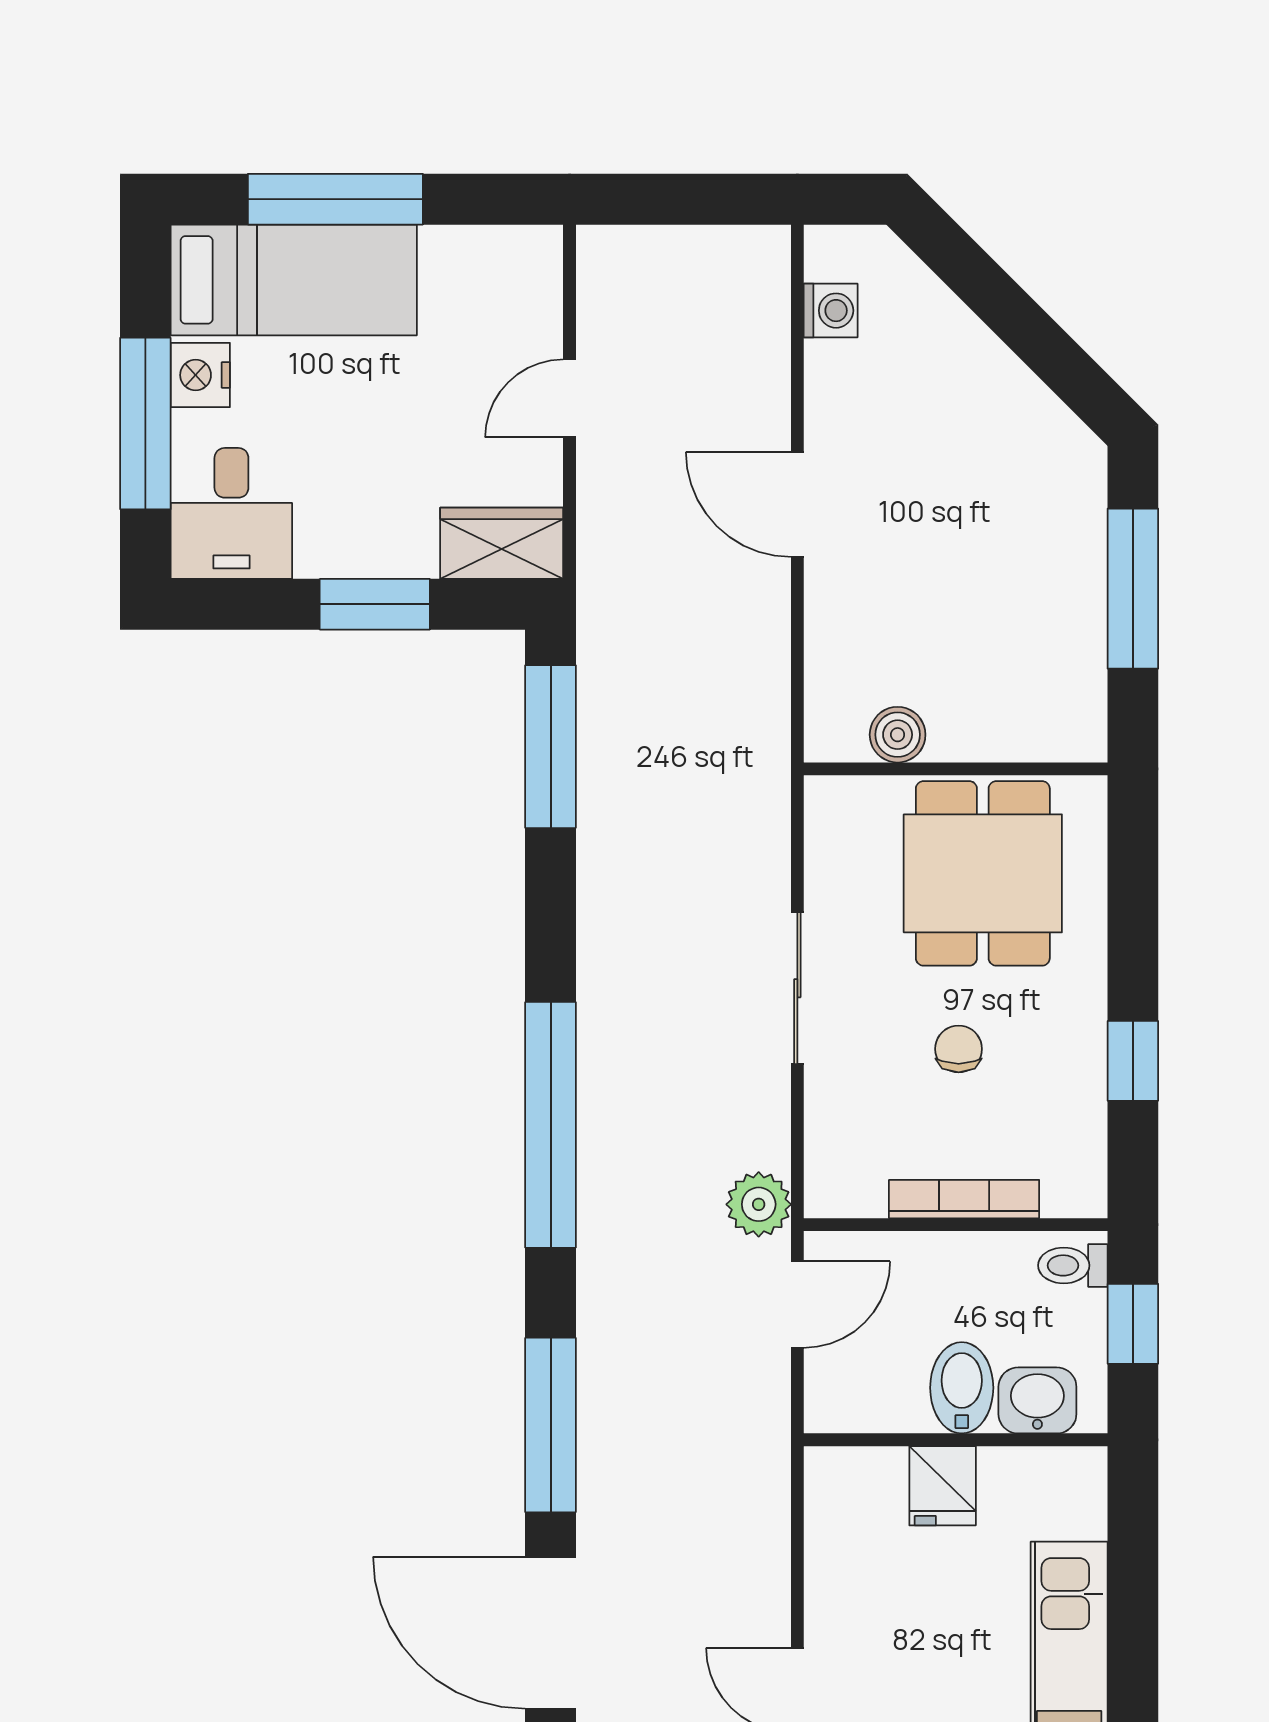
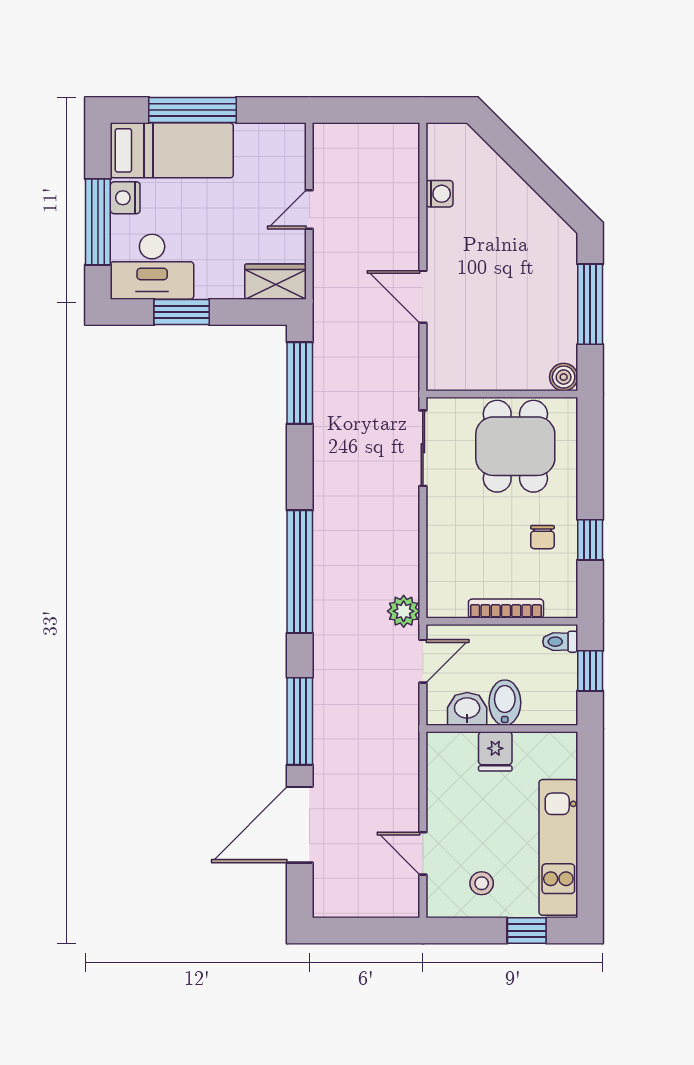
washing machine: (831, 311) -> (439, 194), moved
door: (797, 504) -> (423, 297), moved
desk: (231, 513) -> (152, 267), width x1.37
window: (375, 604) -> (182, 312), moved
boiler: (898, 735) -> (564, 377), moved
sliding door: (797, 988) -> (423, 448), moved
chair: (959, 1049) -> (542, 537), moved, turned 180
washbasin: (1037, 1400) -> (467, 709), moved
door: (551, 1633) -> (300, 825), hinge flipped

